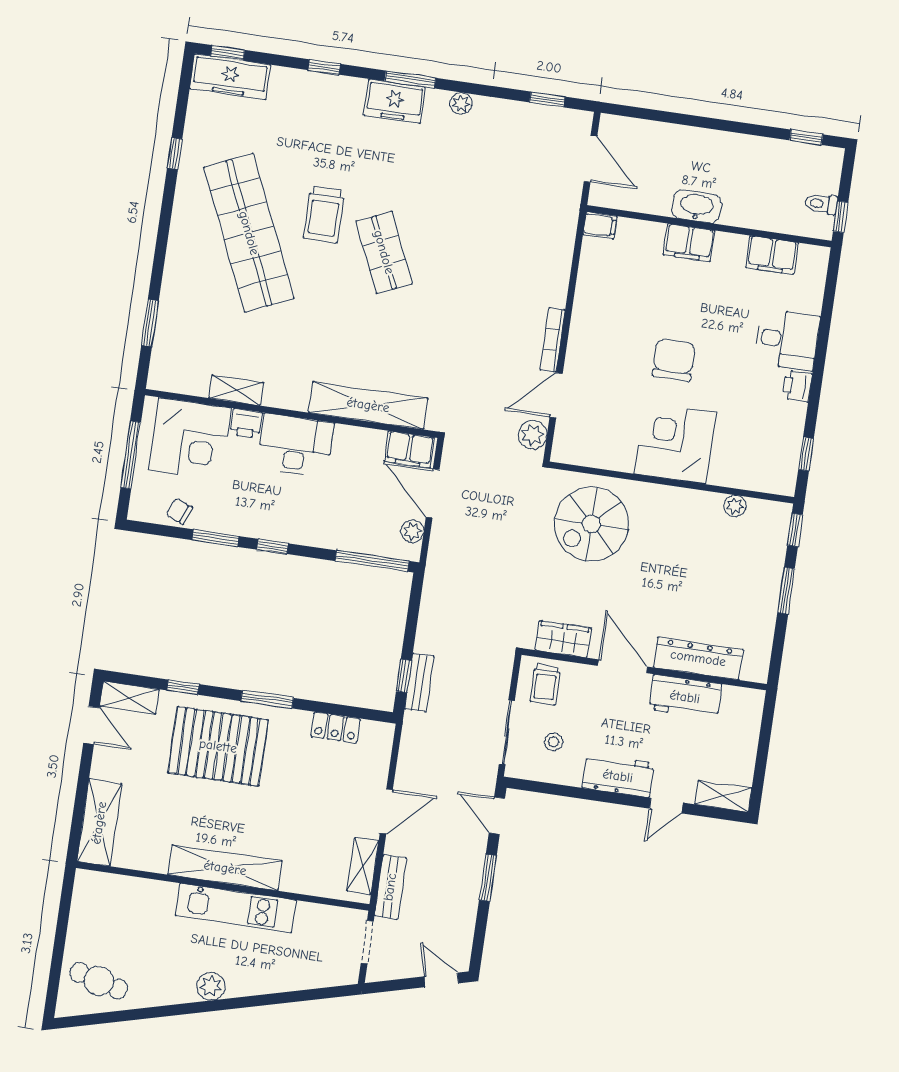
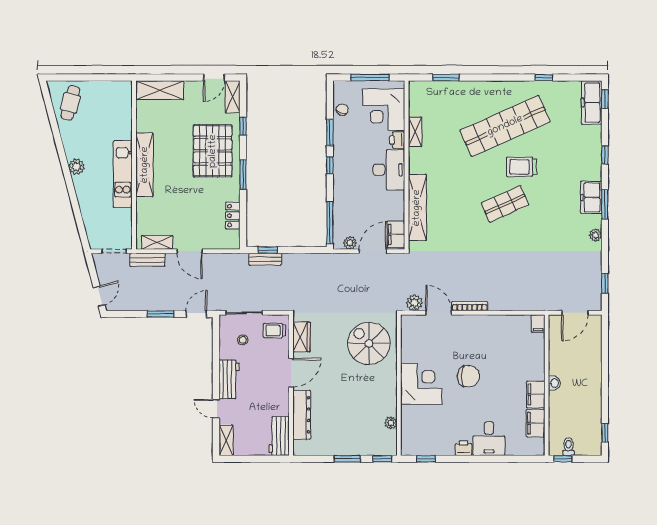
washbasin: (697, 206) -> (554, 383), width x0.52, depth x0.69
filing cabinet: (689, 243) -> (536, 394), moved
workbench: (685, 697) -> (279, 436), moved

